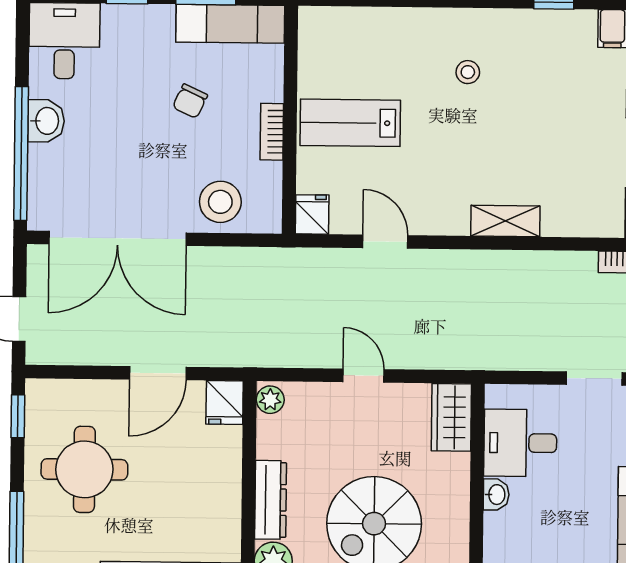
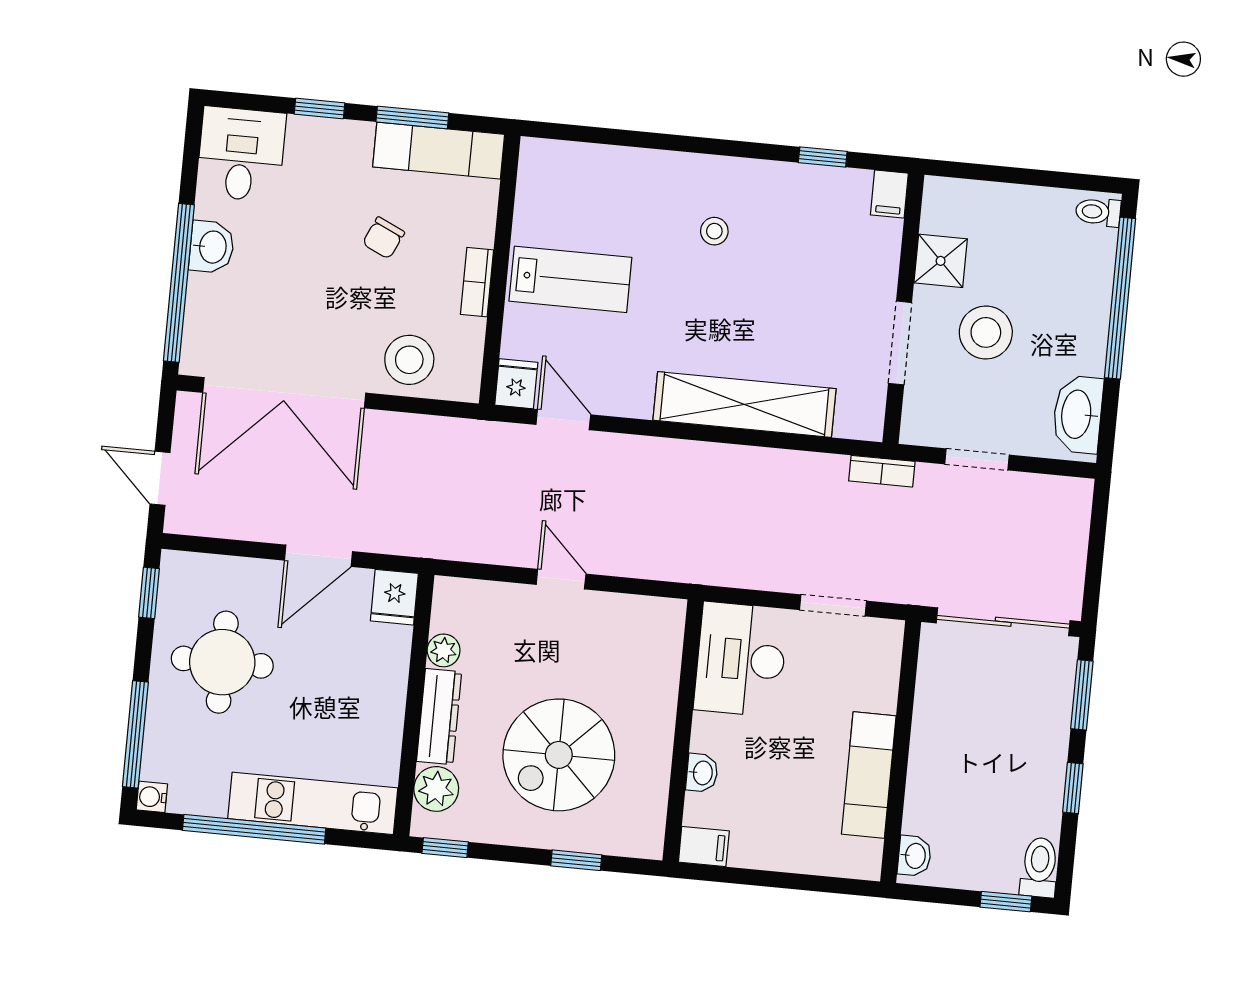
lab bench: (350, 123) -> (570, 279), turned 180
shelving: (505, 221) -> (744, 404), width x2.20, depth x1.33
door: (385, 242) -> (563, 420), moved
plant: (270, 400) -> (444, 650), moved
wardrobe: (451, 417) -> (661, 637), removed
desk: (520, 443) -> (741, 659), width x1.37
washbasin: (496, 495) -> (702, 773), moved

